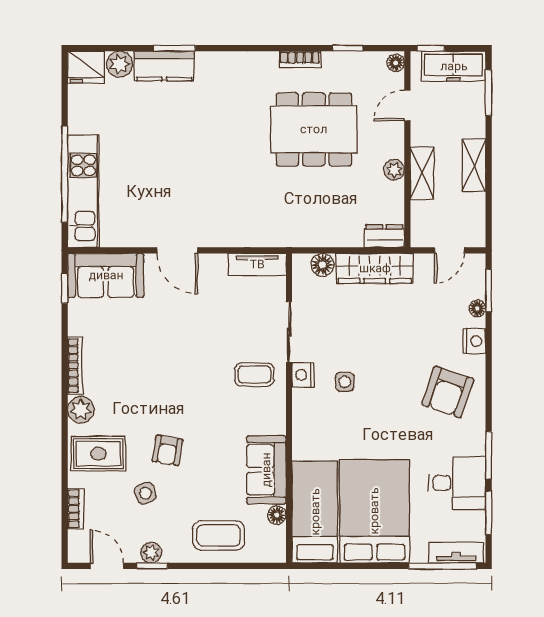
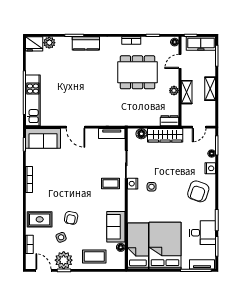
kitchen counter: (164, 66) -> (86, 43), moved
plant: (81, 410) -> (32, 199), removed
plant: (151, 553) -> (64, 260), width x1.87, depth x1.87

